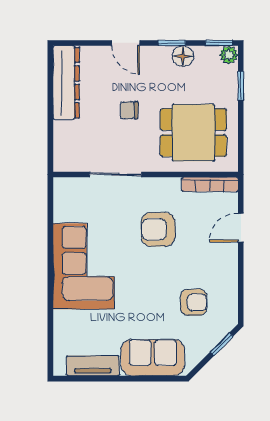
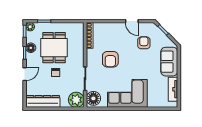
dining table: (193, 133) -> (54, 48), moved
plant: (70, 155) -> (76, 100), added
floor lamp: (73, 192) -> (93, 98), added
door: (241, 228) -> (132, 21), moved

